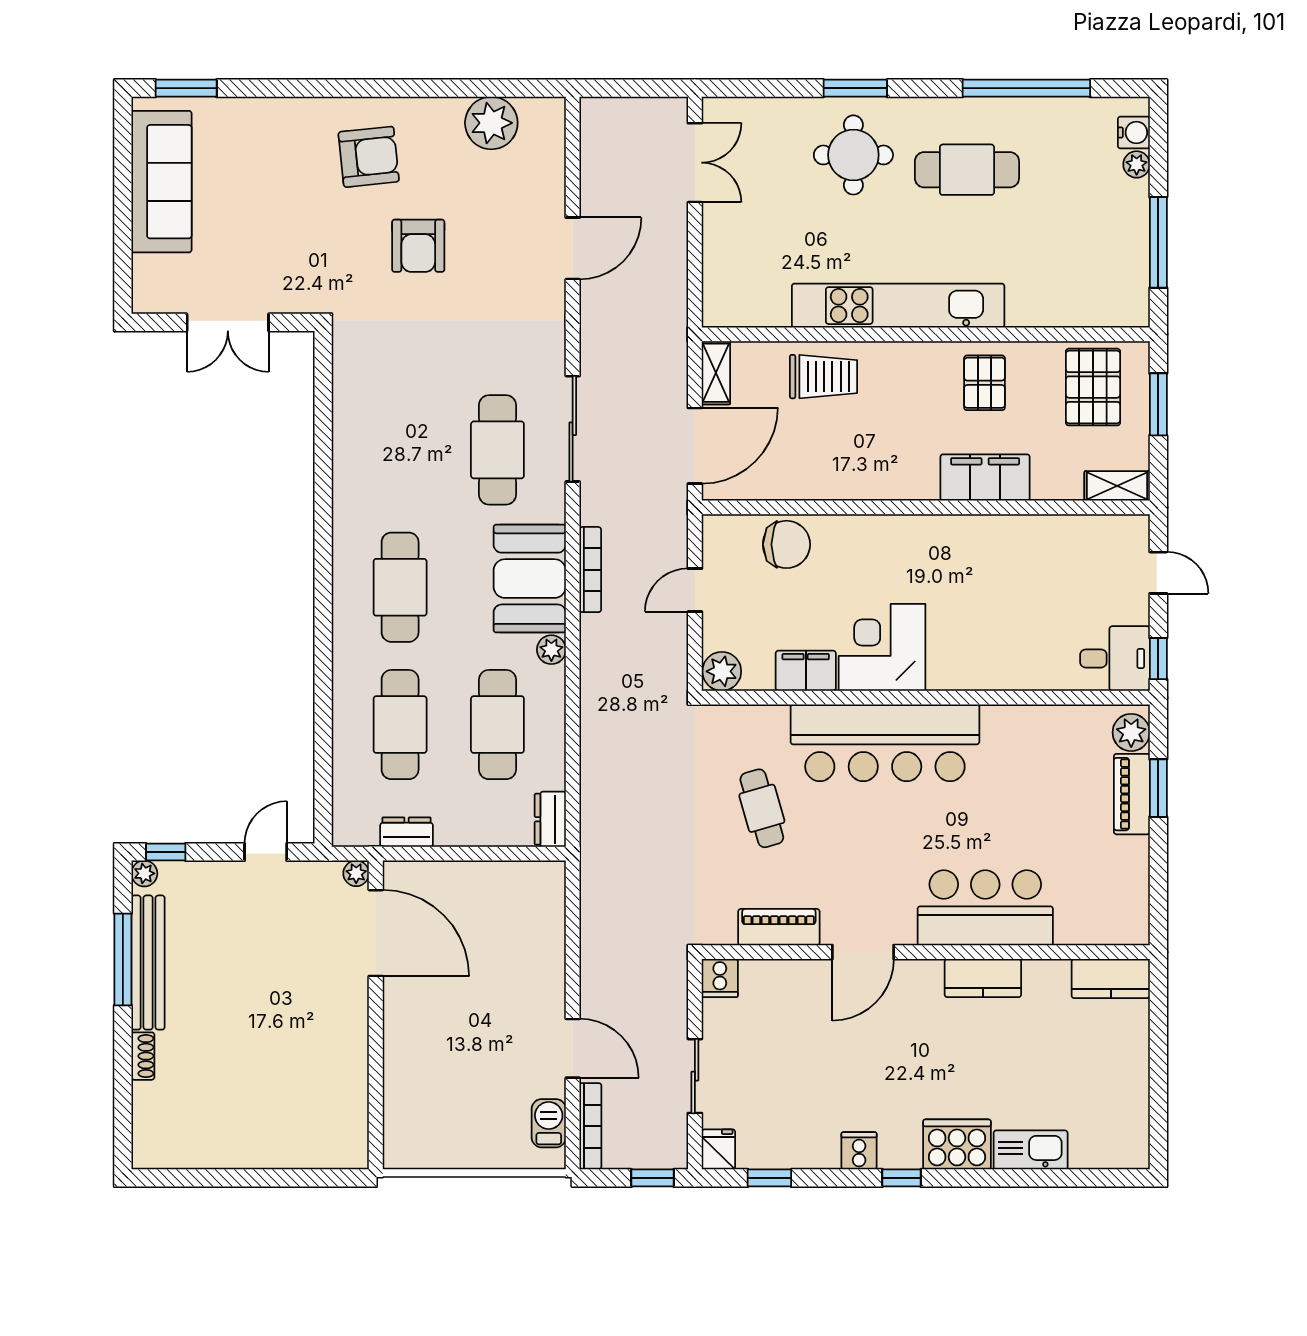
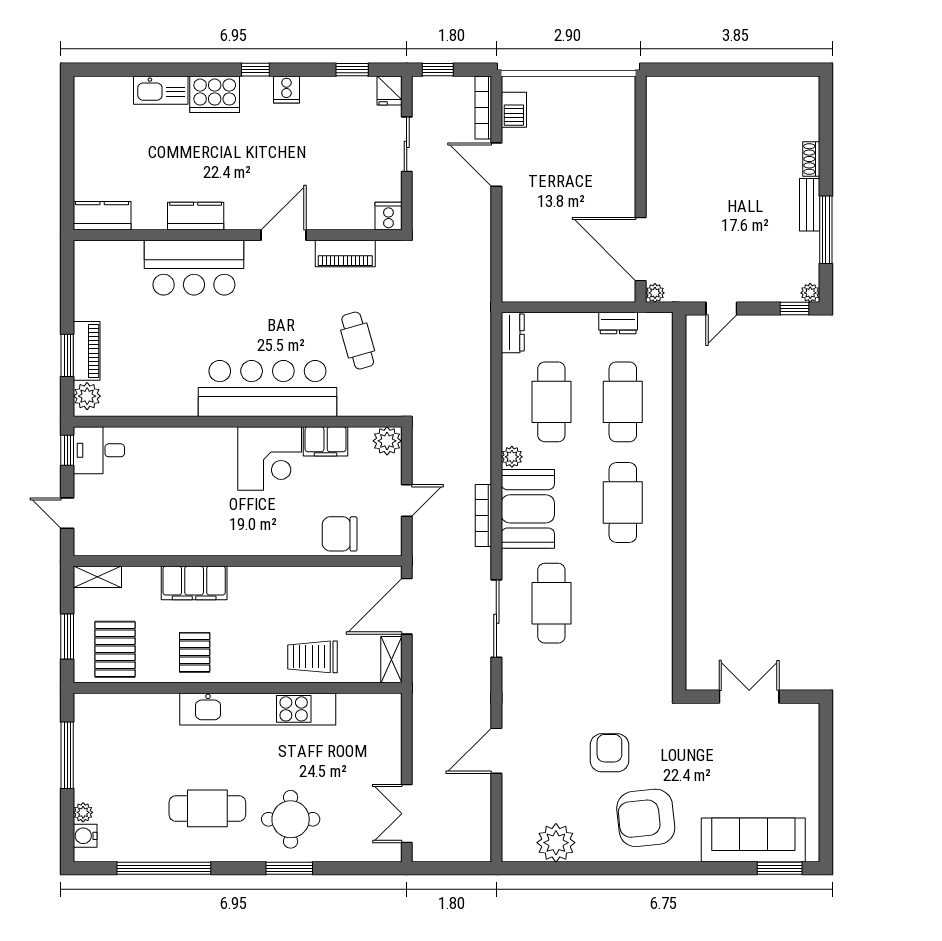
armchair: (369, 157) -> (646, 818), width x1.36, depth x1.36
sofa: (161, 182) -> (753, 840), moved, turned 90
bench: (148, 963) -> (810, 205), width x0.54, depth x0.82

